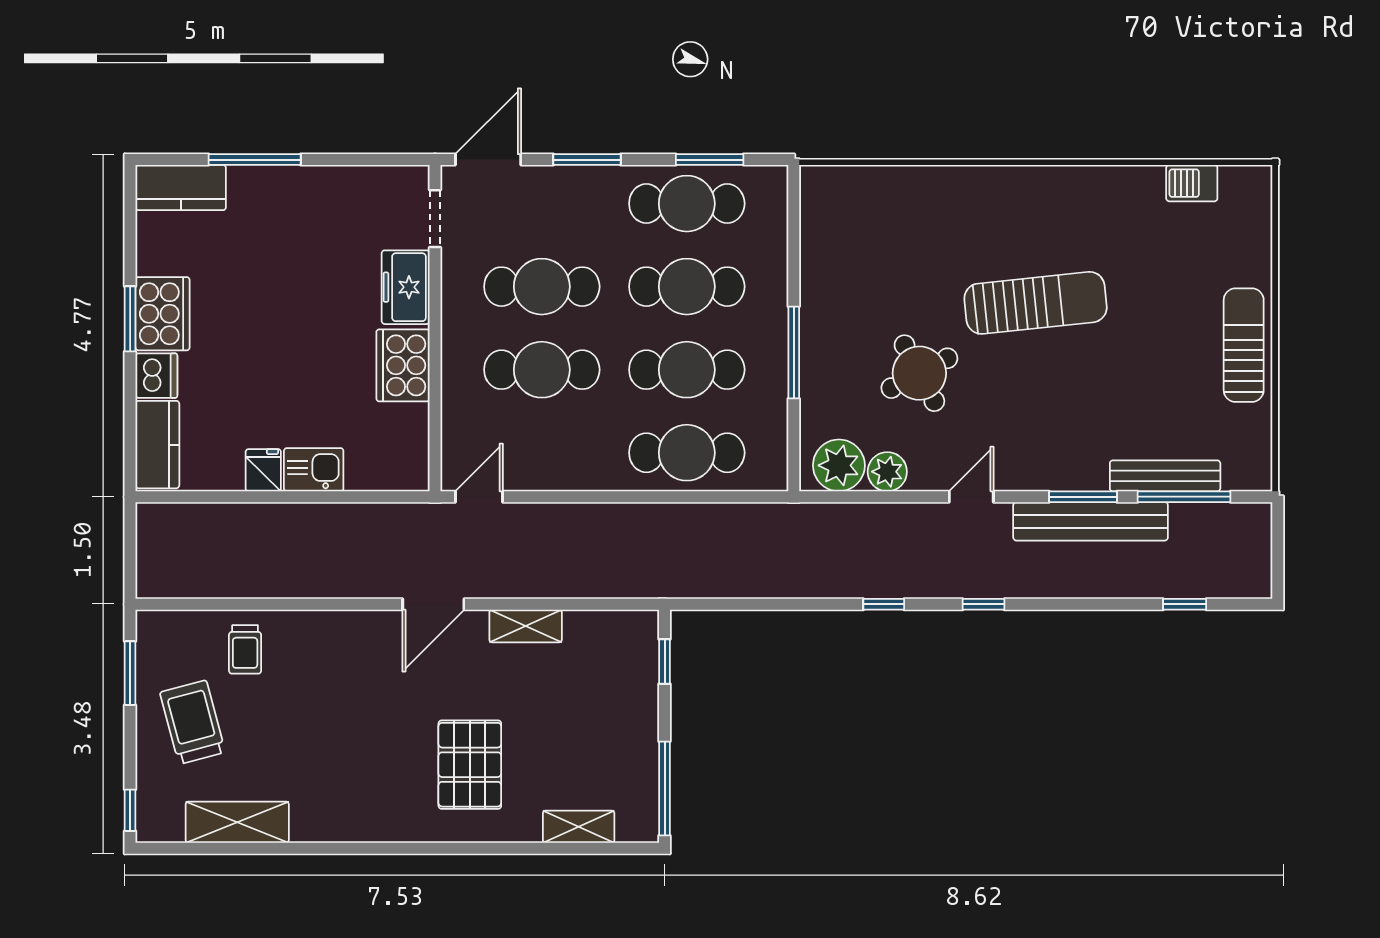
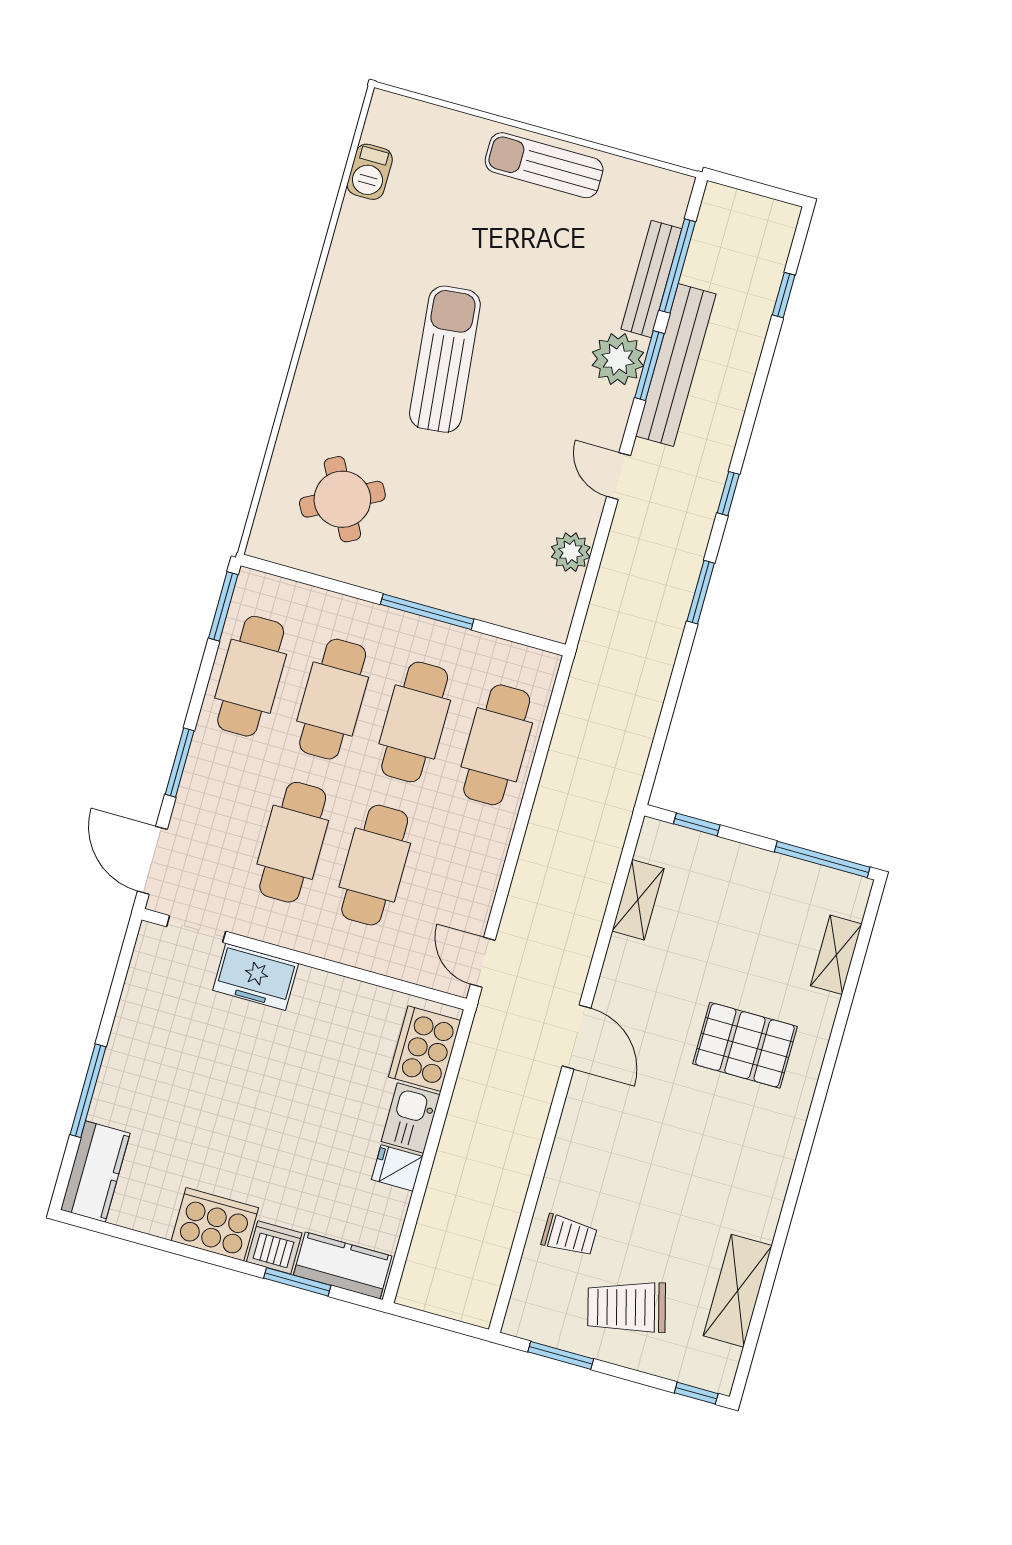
window: (710, 160) -> (223, 606), moved
window: (130, 319) -> (297, 1282), moved
cooker: (403, 365) -> (425, 1049), moved, turned 90
round table: (919, 373) -> (342, 499), moved
plant: (839, 465) -> (618, 359), moved
window: (884, 604) -> (701, 592), width x1.50
shelving: (526, 626) -> (638, 900), moved

